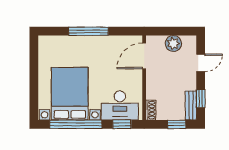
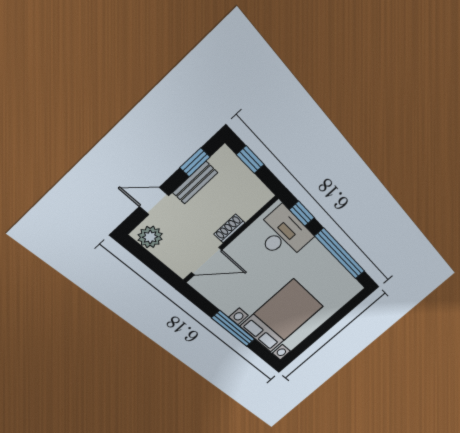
plant: (173, 44) -> (150, 237), moved
bed with nightstands: (70, 94) -> (282, 316), moved, turned 180
bench: (191, 106) -> (195, 183), moved
shoe rack: (151, 110) -> (229, 229), moved

